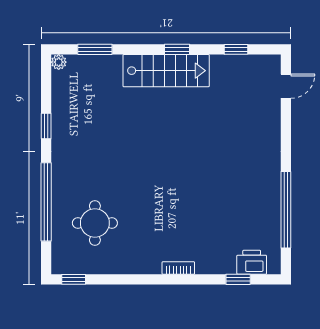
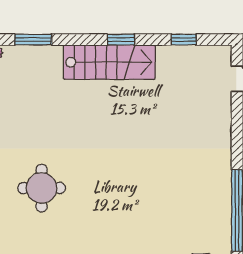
round table: (95, 223) -> (42, 188), moved

